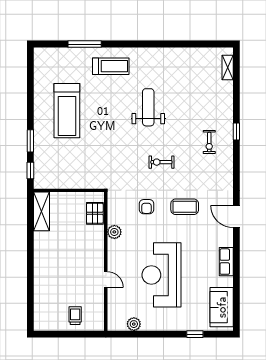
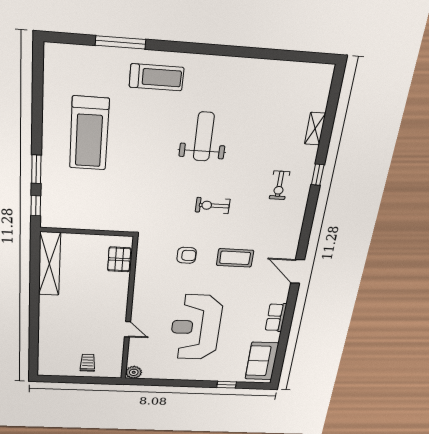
shelving: (228, 67) -> (315, 129), moved
armchair: (147, 207) -> (187, 255), turned -90
shelving: (42, 211) -> (49, 264), width x1.47
plant: (114, 232) -> (143, 281), removed
plant: (134, 324) -> (134, 372), moved

